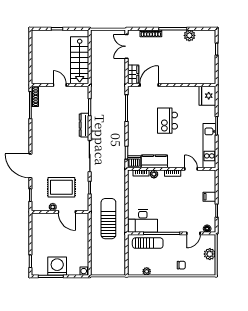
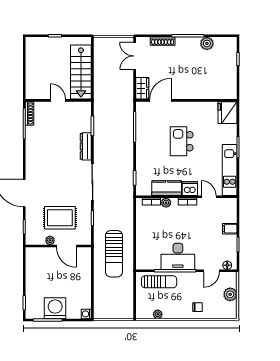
dishwasher: (134, 162) -> (190, 189), moved
sun lounger: (108, 219) -> (114, 254), turned 180
desk: (143, 221) -> (178, 256), moved

